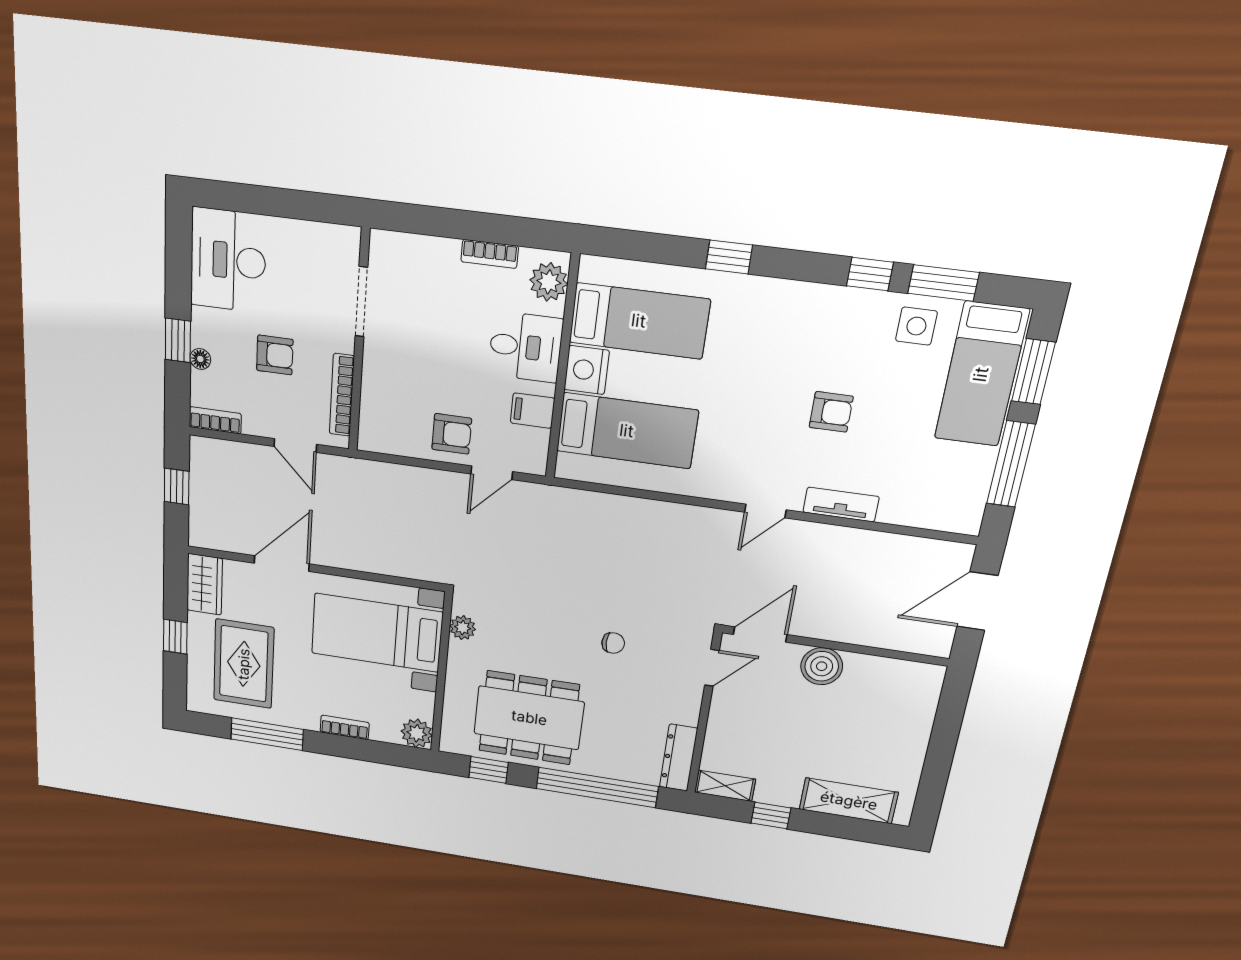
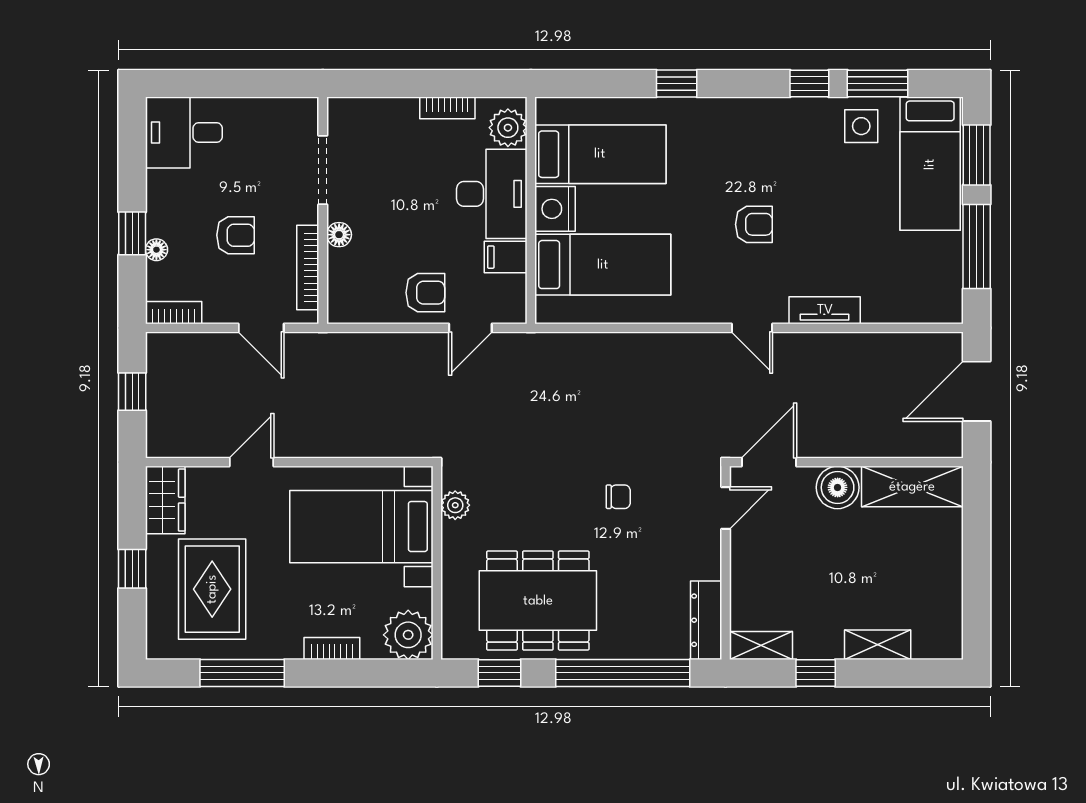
desk: (228, 260) -> (184, 133), width x0.73
desk: (525, 347) -> (492, 194), width x1.37
floor lamp: (373, 367) -> (339, 235), added
armchair: (831, 412) -> (754, 224), moved
door: (765, 511) -> (752, 328), hinge flipped
door: (282, 564) -> (252, 462), width x0.73
shelving: (894, 676) -> (912, 487), added
plant: (417, 733) -> (408, 635), width x1.36, depth x1.36
shelving: (849, 801) -> (878, 645), width x0.67, depth x0.75

